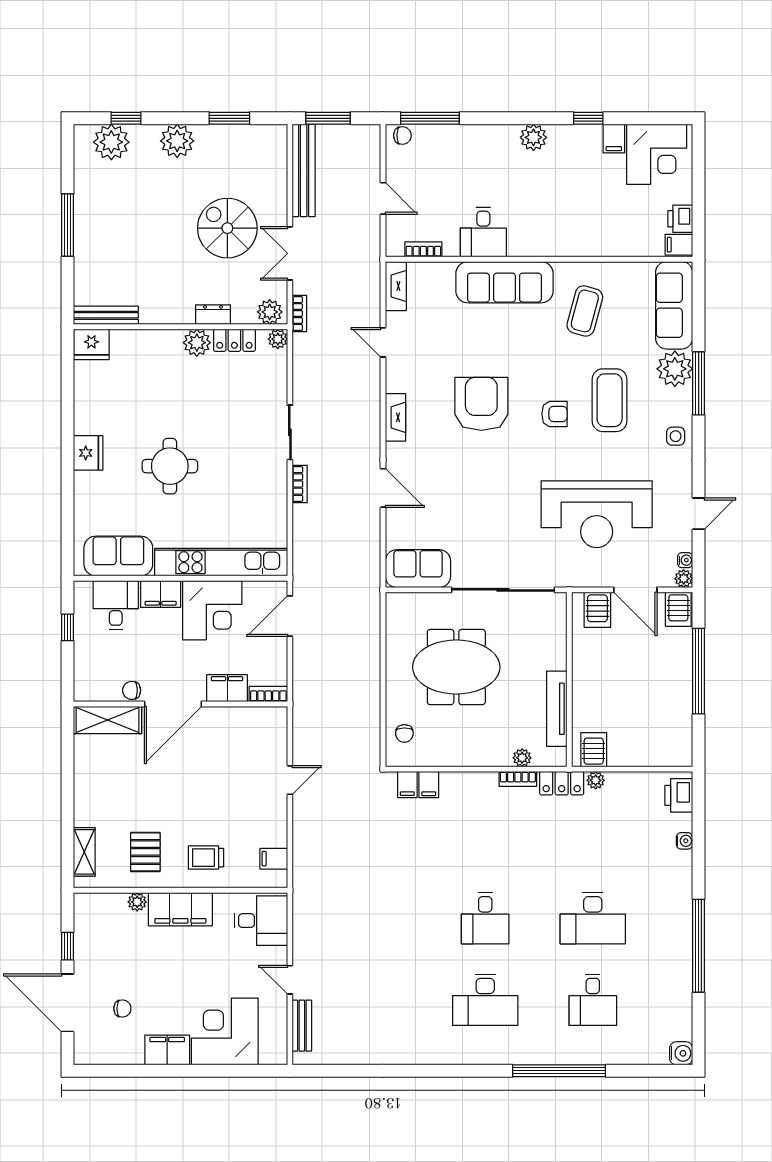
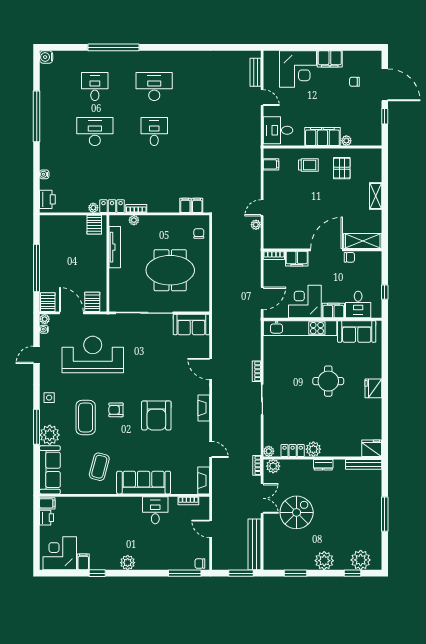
spiral stairs: (227, 228) -> (297, 512), turned -90
dresser: (213, 315) -> (323, 465), moved
plant: (301, 749) -> (256, 225), added
shelving: (84, 852) -> (376, 196), moved

